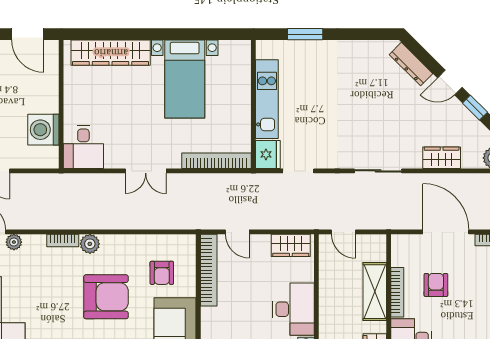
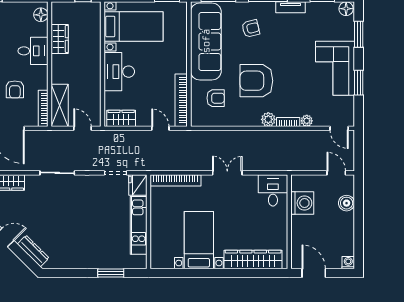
plant: (14, 242) -> (307, 121), moved
armchair: (162, 273) -> (216, 98), turned 90
shelving: (375, 292) -> (60, 105), moved
bookcase: (397, 292) -> (43, 108), moved

